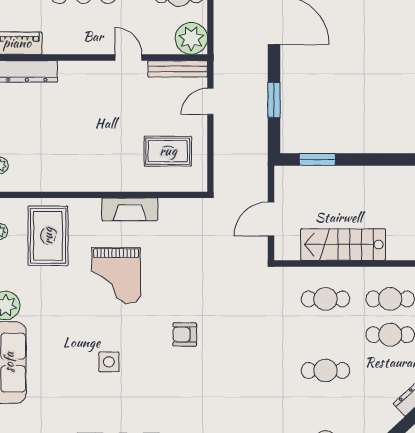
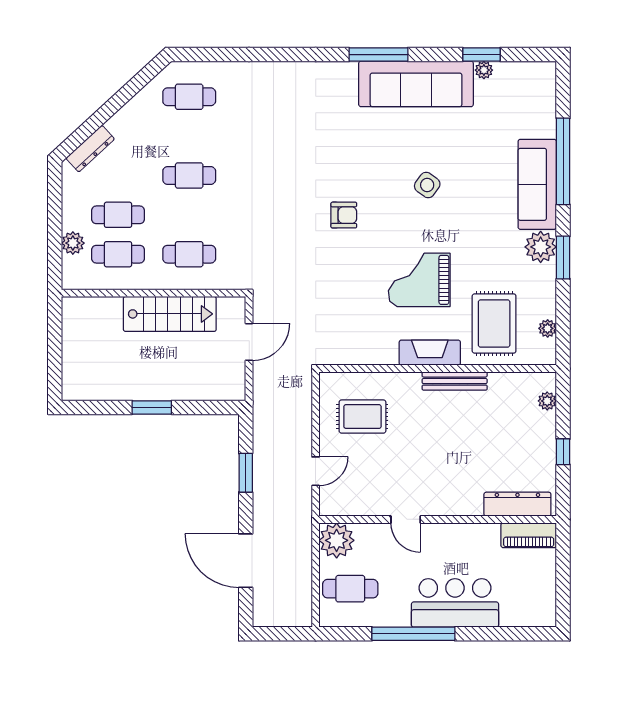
bench: (178, 69) -> (455, 381), moved
window: (317, 159) -> (152, 407), moved
fireplace: (130, 209) -> (430, 353), moved
grand piano: (116, 276) -> (419, 280), turned -90
side table: (109, 362) -> (427, 185), turned 36

